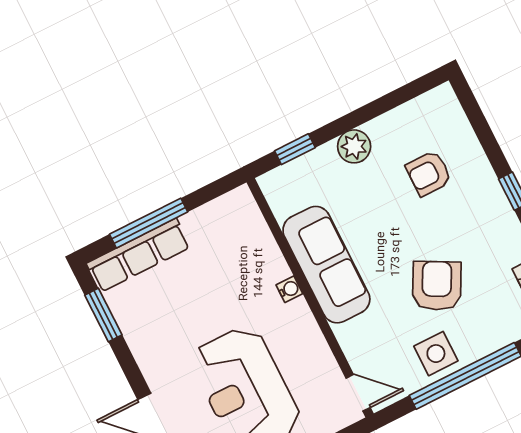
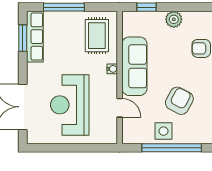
rug: (232, 244) -> (97, 36), added
row of seats: (139, 255) -> (35, 37), moved, turned -90
door: (358, 393) -> (120, 108), moved

